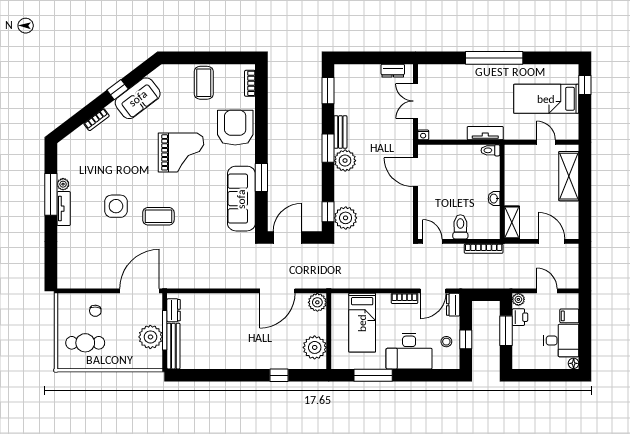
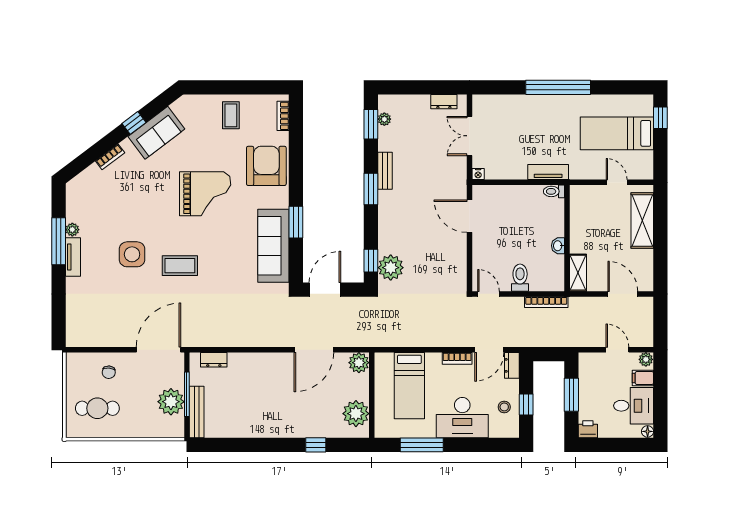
coffee table: (204, 83) -> (231, 115), width x0.73, depth x0.77
plant: (345, 161) -> (384, 119), moved, width x0.53, depth x0.53
plant: (518, 299) -> (646, 359), moved
dresser: (174, 310) -> (214, 360), moved, turned 90
printer: (520, 317) -> (588, 429), moved, turned -90

